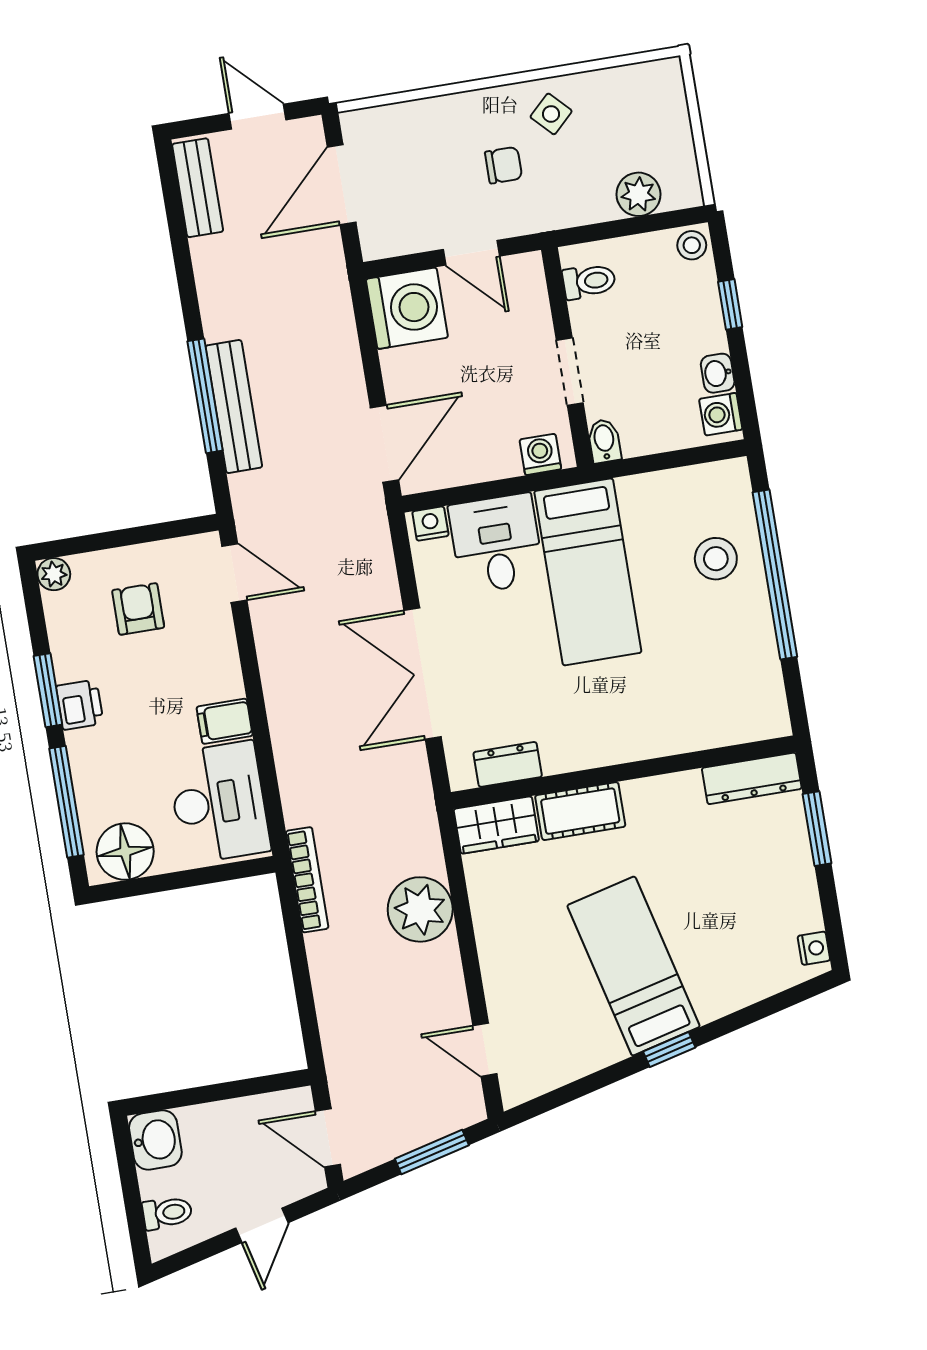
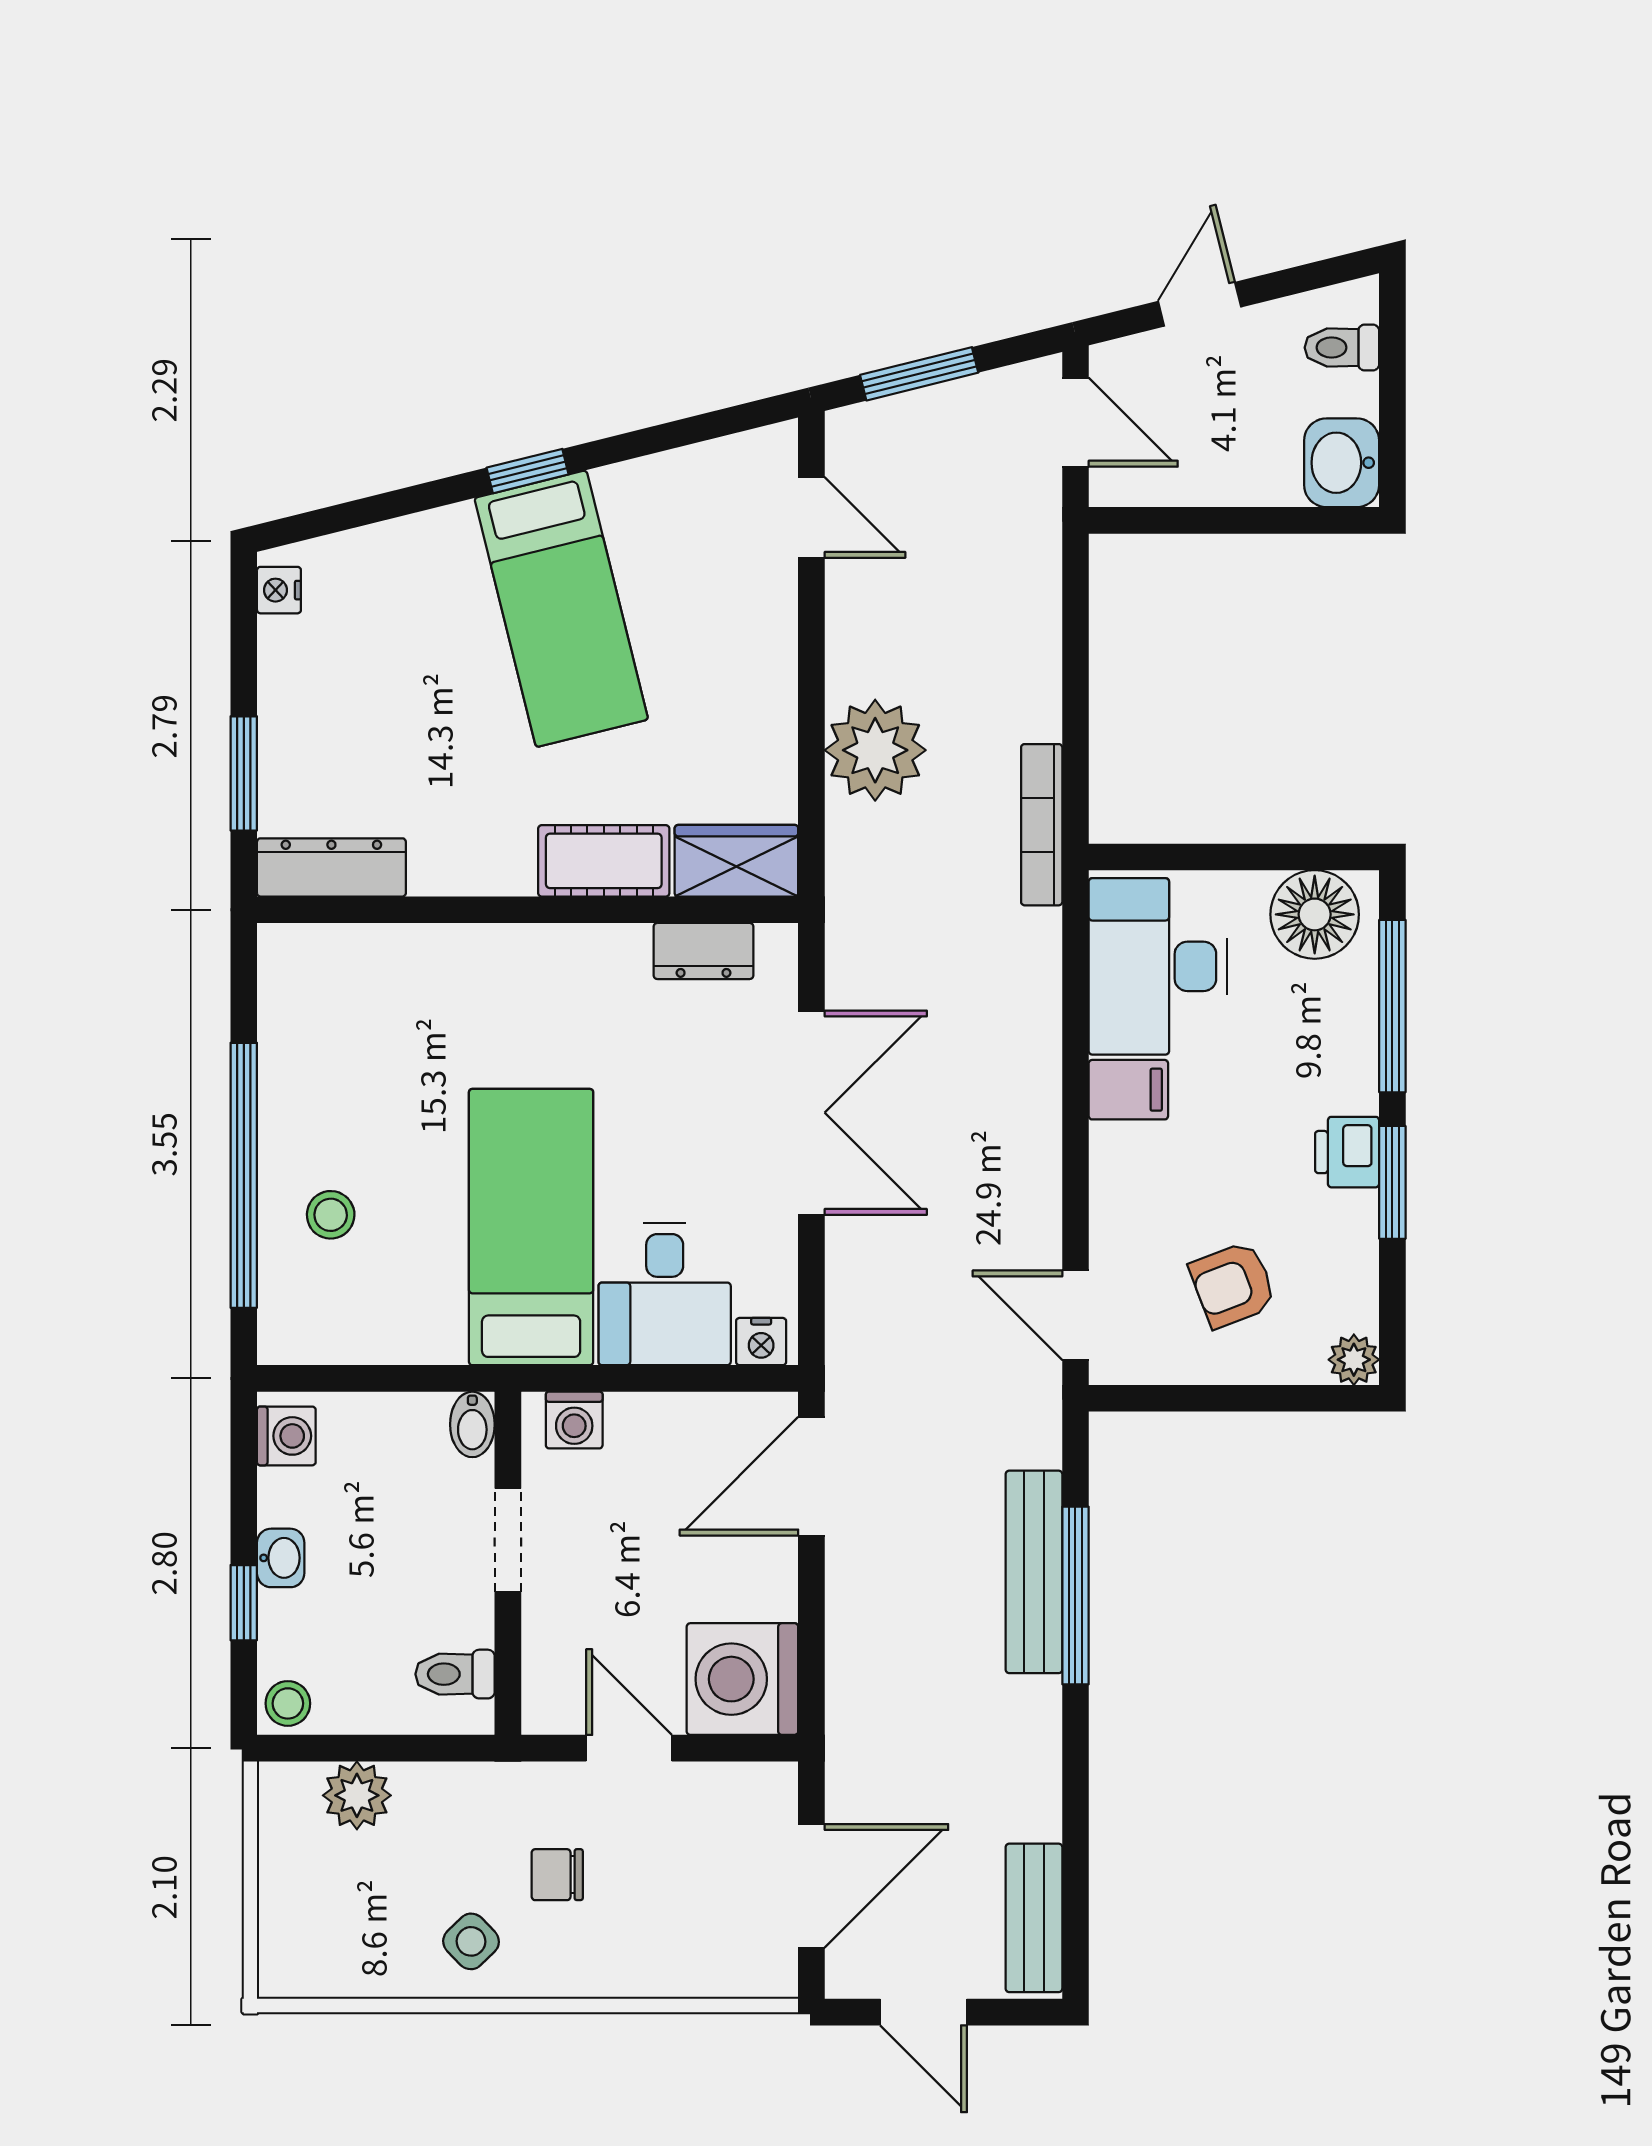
washbasin: (718, 373) -> (281, 1558), moved
stool: (716, 559) -> (331, 1215), width x0.73, depth x0.73
armchair: (138, 609) -> (1233, 1285), turned 69

